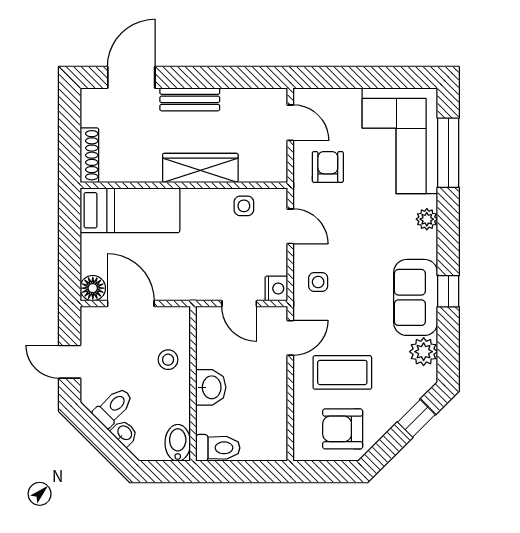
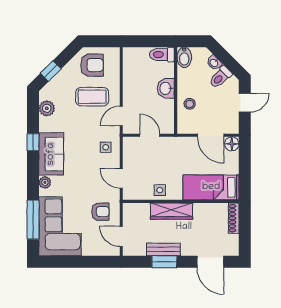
door: (131, 77) -> (210, 262), hinge flipped
window: (213, 77) -> (164, 262), added
bench: (190, 99) -> (163, 249), moved
armchair: (328, 167) -> (100, 212), turned -90
side table: (244, 206) -> (160, 190), moved
nightstand: (276, 289) -> (129, 144), removed
sofa: (416, 297) -> (51, 154), moved
door: (70, 362) -> (245, 103), hinge flipped

